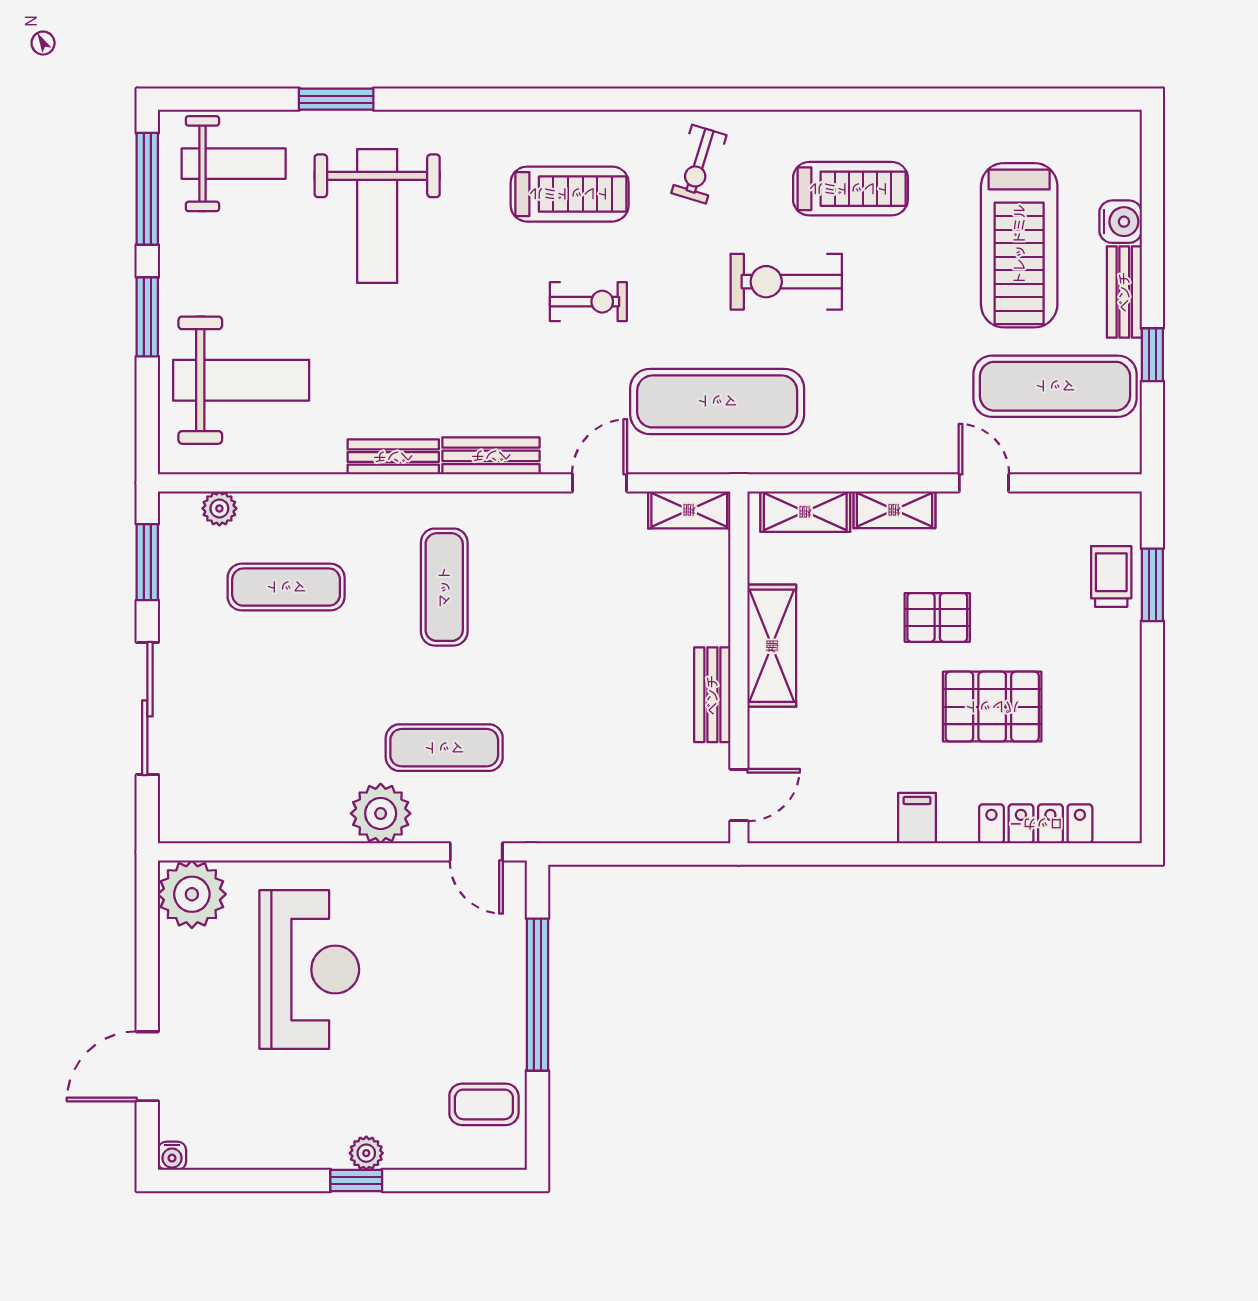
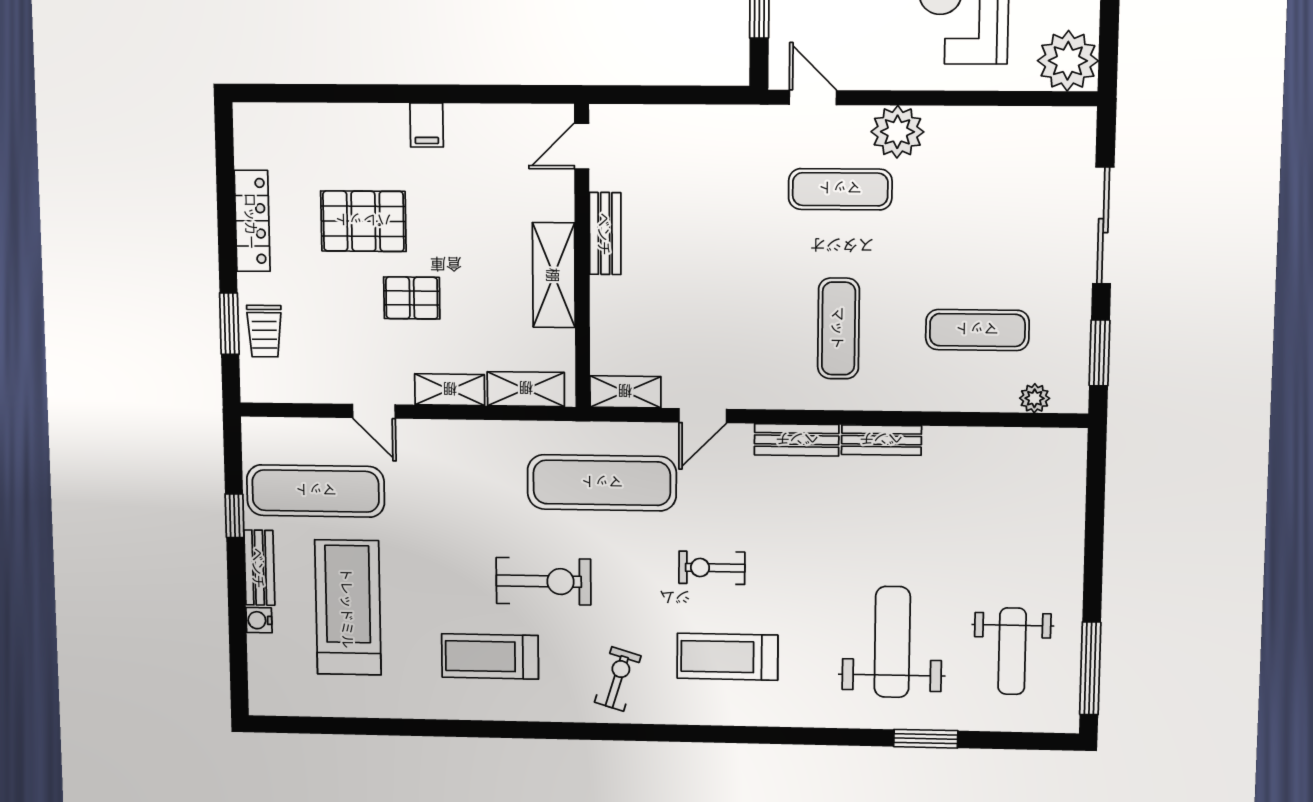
weight bench: (234, 164) -> (1012, 651), moved, turned -90
water cooler: (1121, 222) -> (259, 620), width x0.72, depth x0.72
window: (147, 317) -> (1093, 562), removed
weight bench: (241, 380) -> (1013, 507), removed
locker: (1036, 824) -> (252, 221), moved, turned -90

